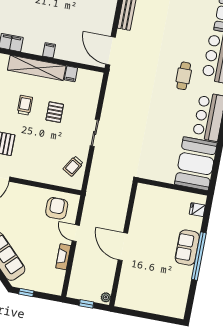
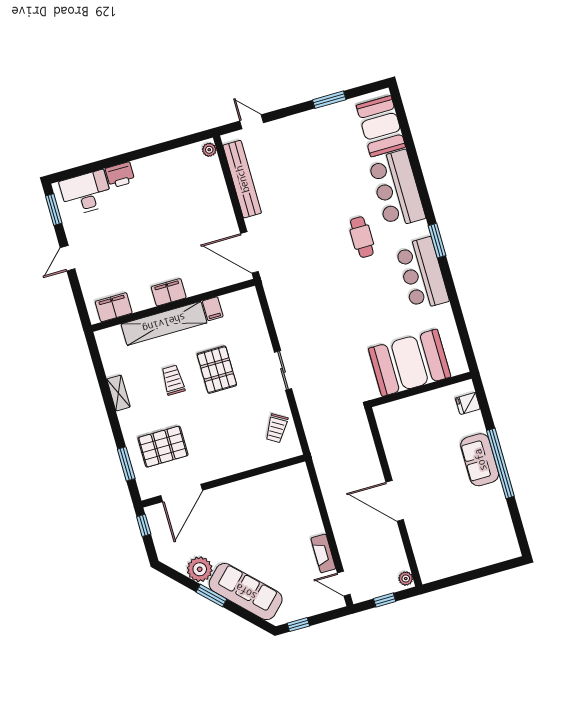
filing cabinet: (49, 50) -> (169, 292), width x2.00
pallet: (55, 112) -> (217, 370), width x1.50, depth x1.42
booth: (196, 164) -> (410, 363), moved, turned 90
armchair: (57, 208) -> (283, 494), removed
door: (76, 233) -> (344, 584), moved

